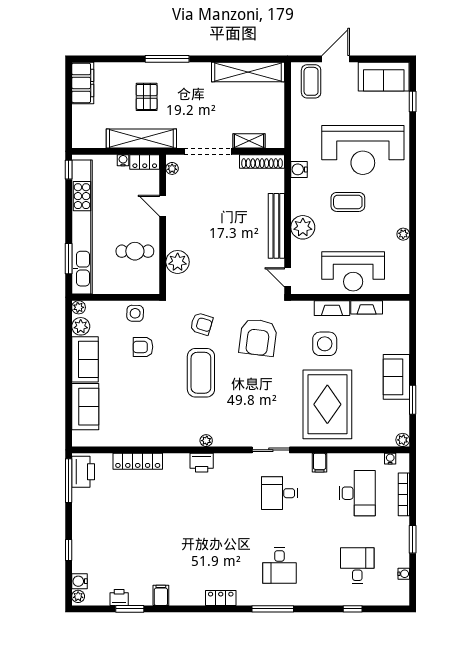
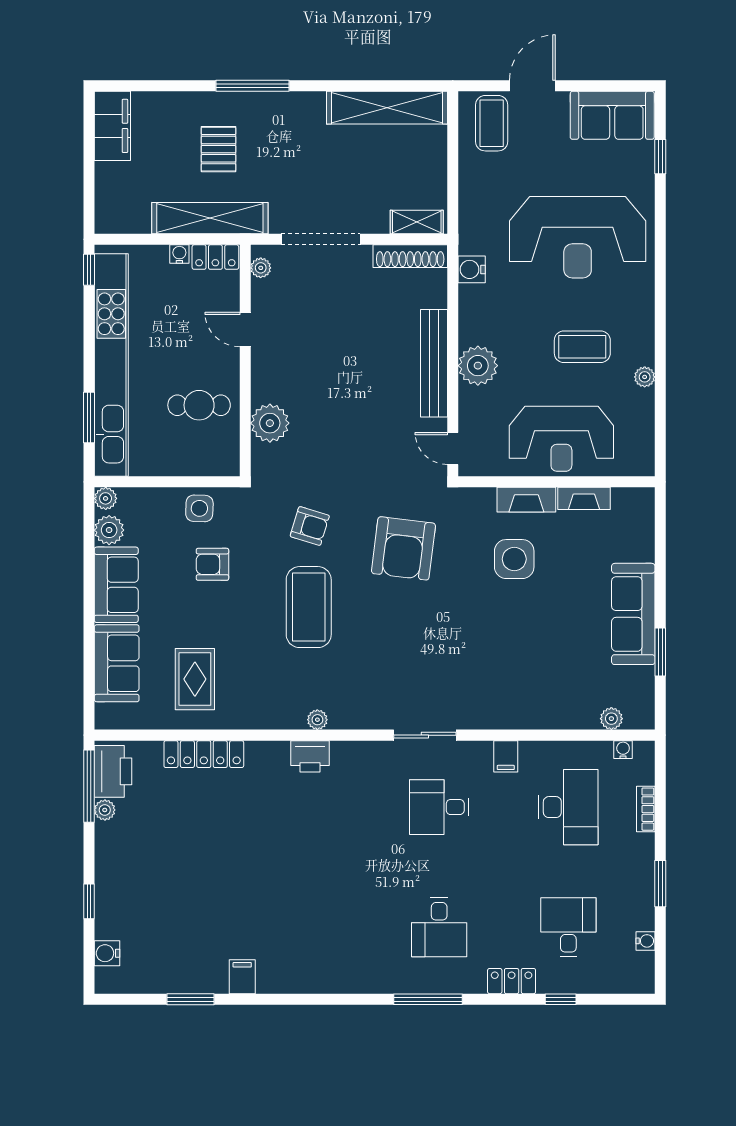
shelving: (249, 141) -> (417, 222), moved
coffee table: (348, 202) -> (582, 347), moved
sofa: (396, 377) -> (633, 614), width x1.36
rug: (327, 404) -> (195, 679), moved, width x0.54, depth x0.49
plant: (403, 440) -> (611, 719), moved
bookcase: (404, 494) -> (646, 809), width x0.64
plant: (78, 596) -> (105, 810), moved
printer: (119, 597) -> (173, 980), removed
locker: (221, 598) -> (512, 981), moved

